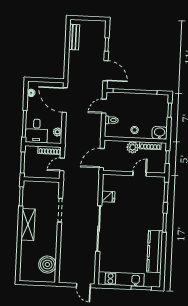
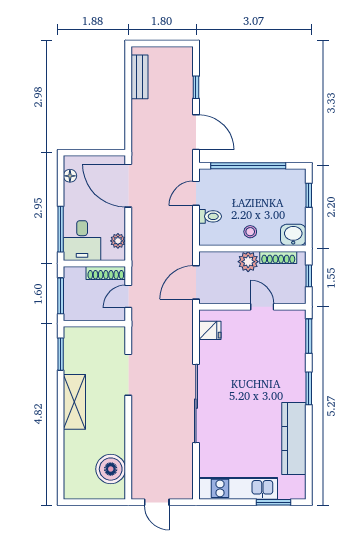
door: (140, 174) -> (262, 307), hinge flipped
fridge: (108, 197) -> (210, 330), moved
door: (83, 285) -> (157, 502), moved

